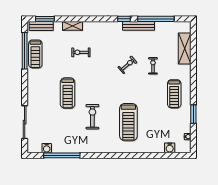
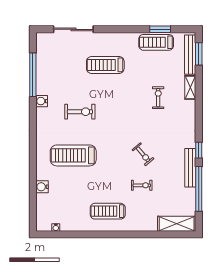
bench: (41, 26) -> (190, 55), width x1.36
shelving: (185, 48) -> (177, 224), moved
window: (25, 51) -> (160, 29), width x0.47
treadmill: (68, 93) -> (105, 65), moved
window: (193, 114) -> (83, 234), removed
water cooler: (47, 148) -> (42, 101), moved
water cooler: (170, 148) -> (42, 187), moved

